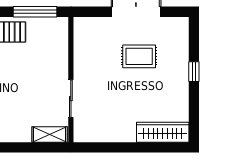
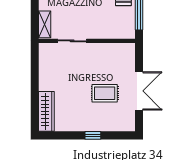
rug: (139, 56) -> (105, 93), turned 90

